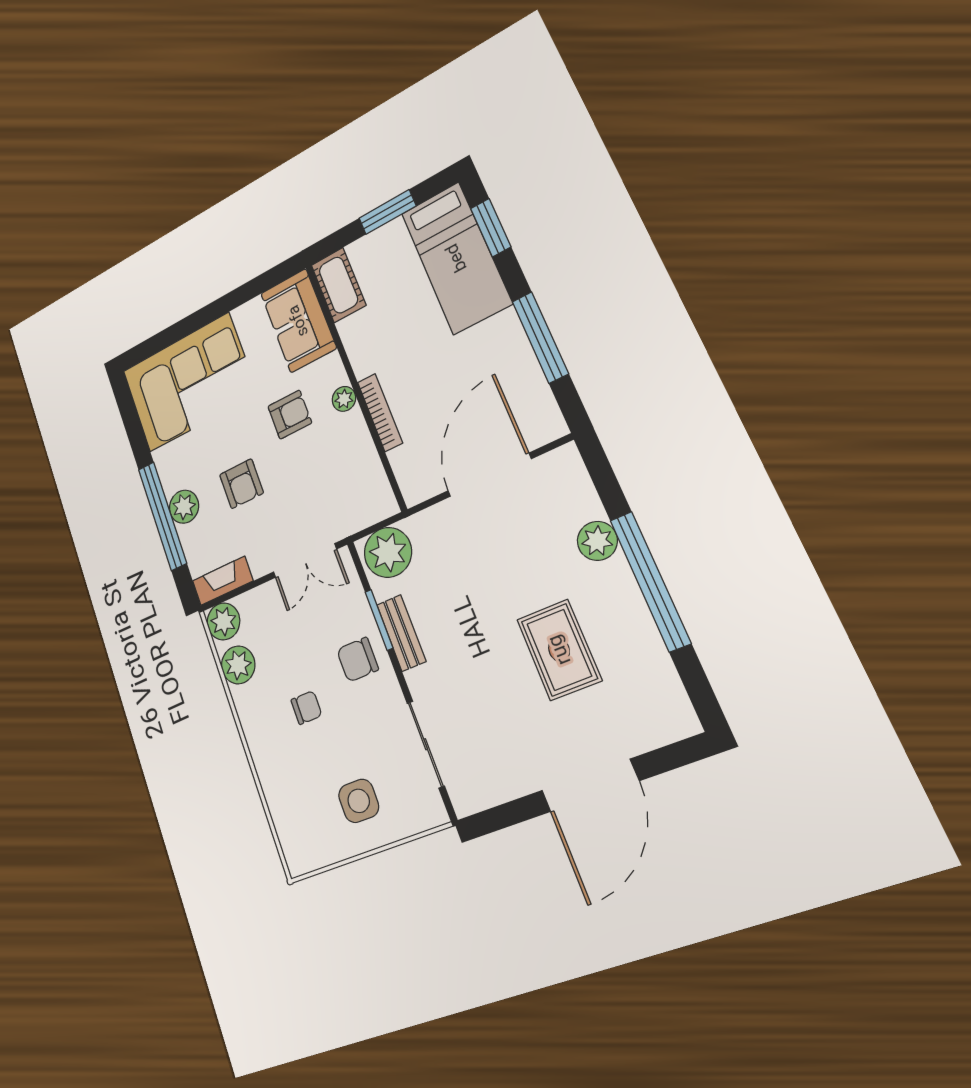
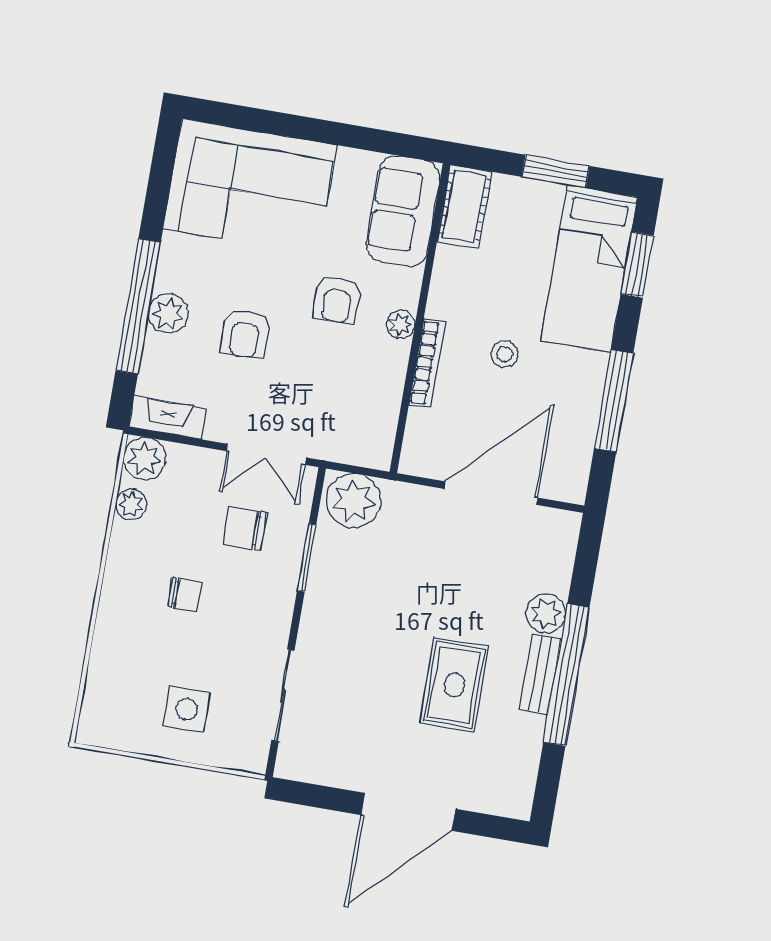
stool: (433, 364) -> (505, 354), added
armchair: (290, 415) -> (337, 300), turned 90
bench: (401, 633) -> (540, 674), moved
chair: (357, 660) -> (245, 528), moved
plant: (238, 665) -> (131, 504), width x0.73, depth x0.73

